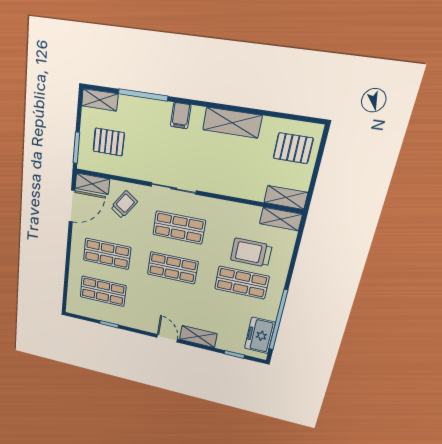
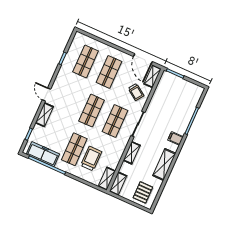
shelving: (100, 100) -> (132, 153), moved
pallet: (109, 142) -> (173, 94), removed
freezer: (260, 335) -> (43, 154), width x1.40
door: (167, 338) -> (46, 94), swing flipped

